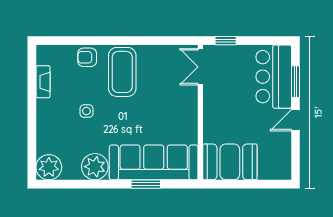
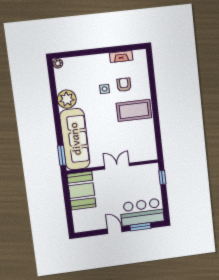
armchair: (87, 57) -> (124, 85), moved
double door: (200, 67) -> (117, 166), moved
plant: (49, 167) -> (58, 63), width x0.53, depth x0.53
window: (146, 184) -> (62, 155), moved

